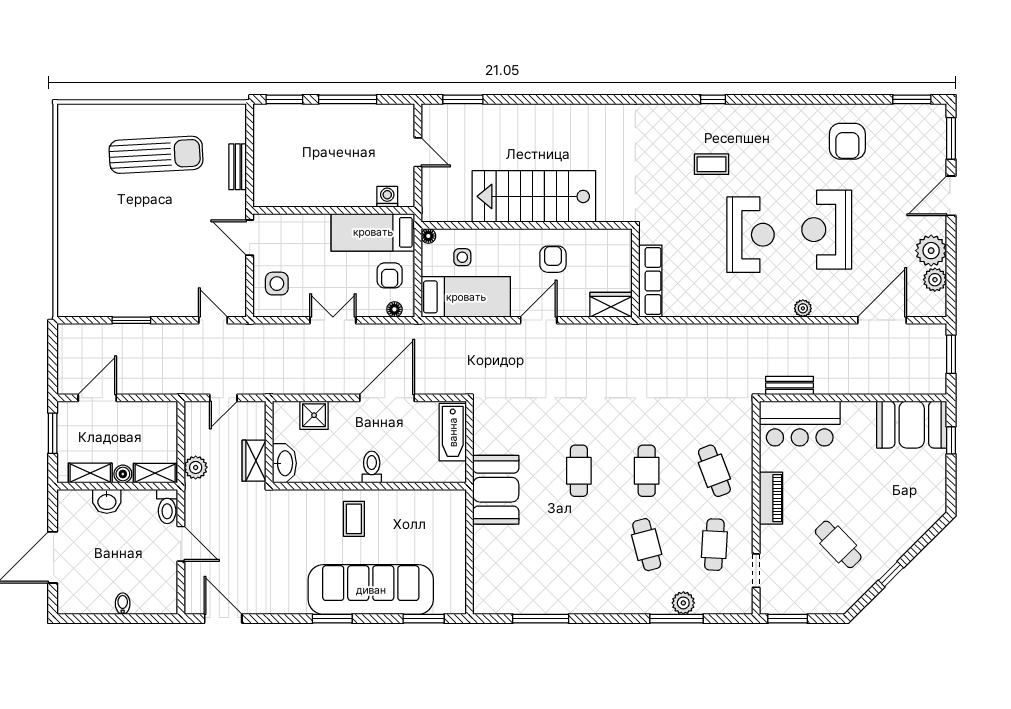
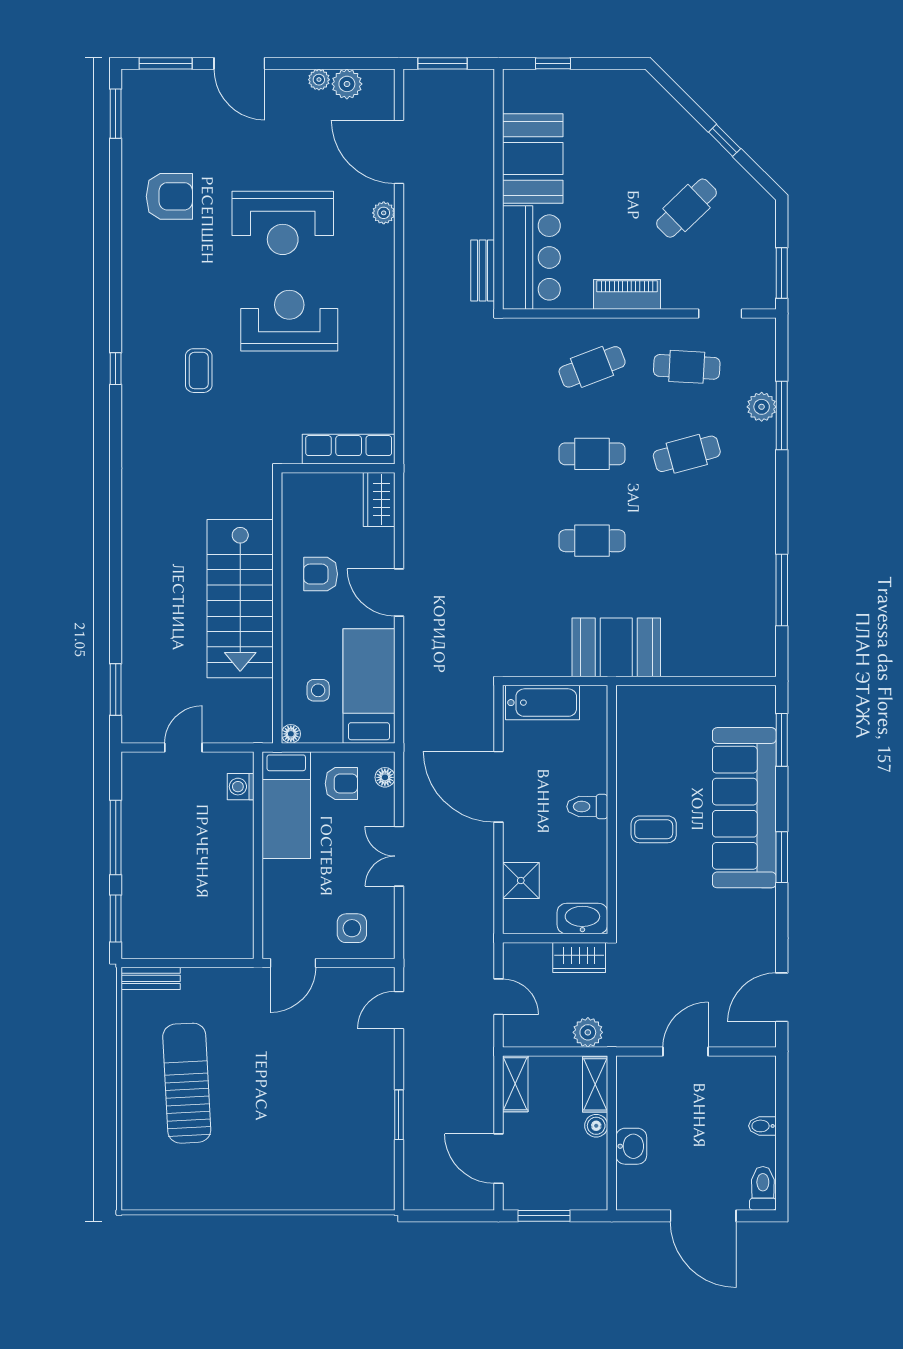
bench: (238, 167) -> (151, 978), moved
plant: (931, 251) -> (319, 80), width x0.53, depth x0.53
plant: (803, 308) -> (384, 213), moved
booth: (912, 425) -> (533, 158), moved
shelving: (90, 473) -> (515, 1084), moved
toilet: (167, 507) -> (763, 1188), moved, turned -90

